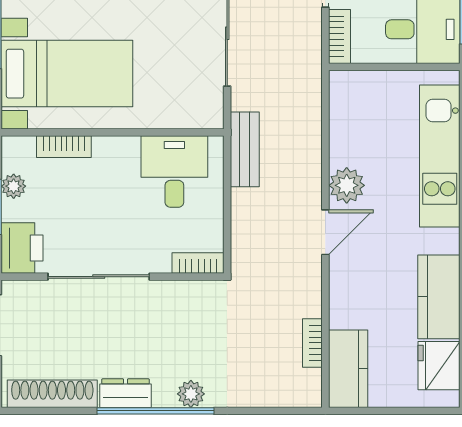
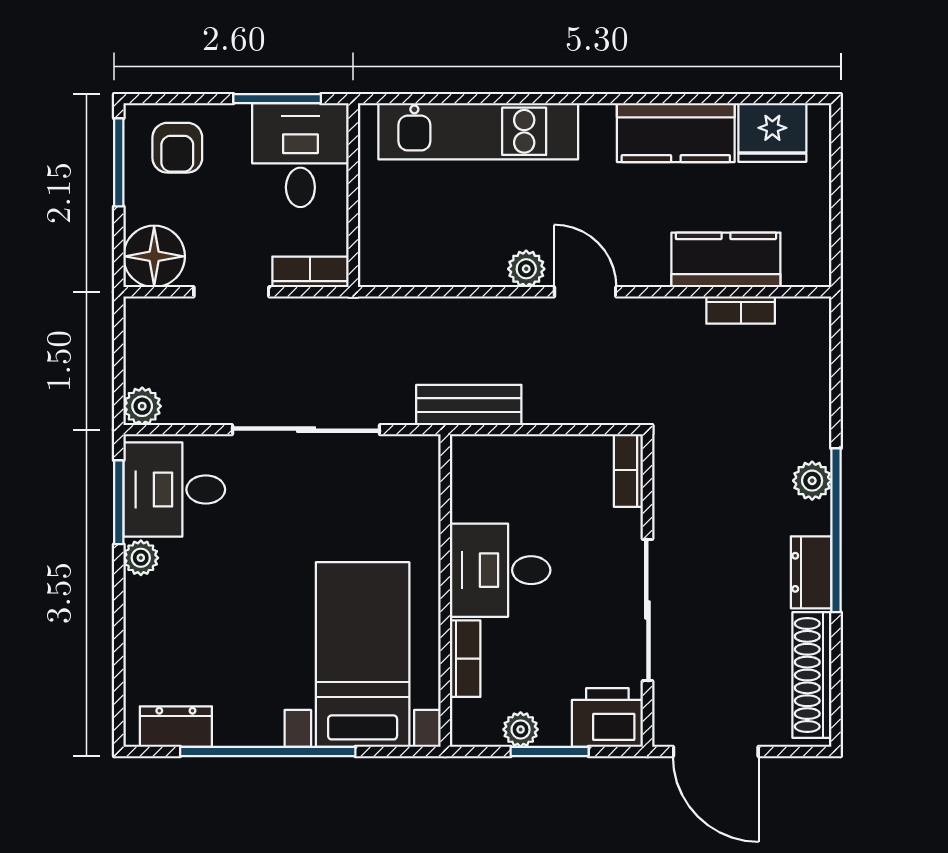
desk: (174, 172) -> (500, 570), moved
plant: (347, 185) -> (526, 269), width x0.73, depth x0.73
kitchen counter: (348, 369) -> (726, 260), moved

